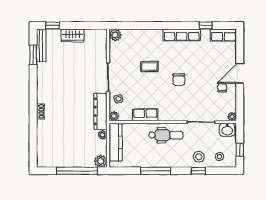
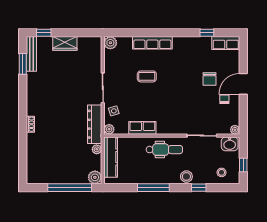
row of seats: (182, 35) -> (152, 43), moved
chair: (179, 80) -> (210, 79), moved
stool: (199, 157) -> (186, 177), moved

